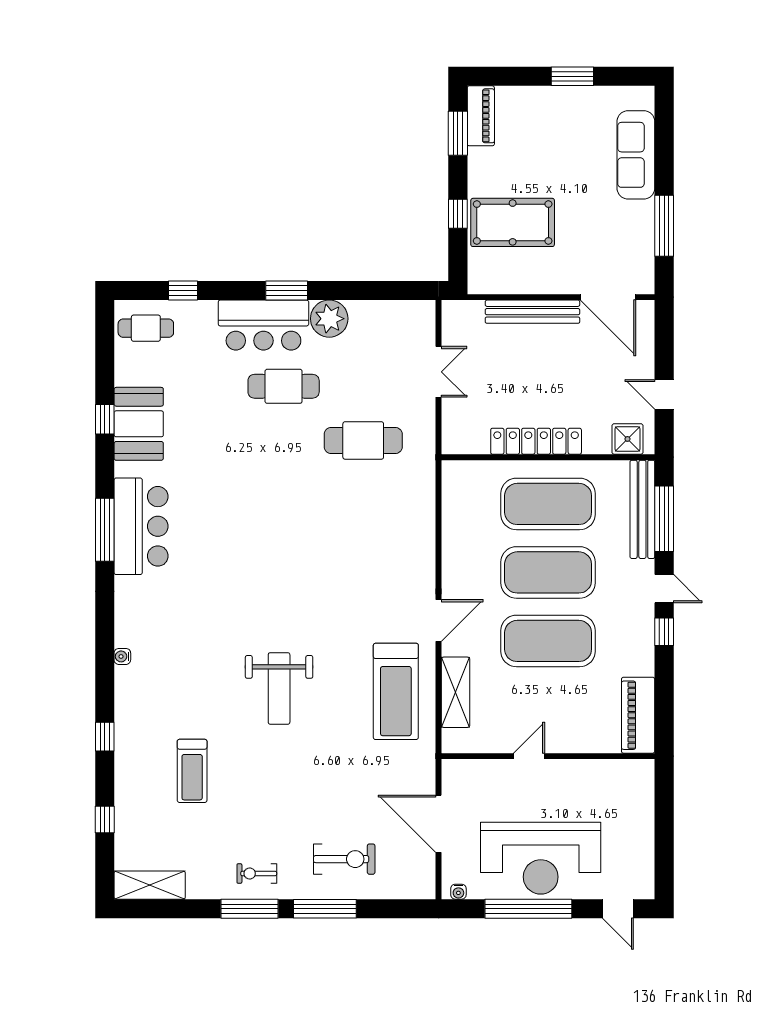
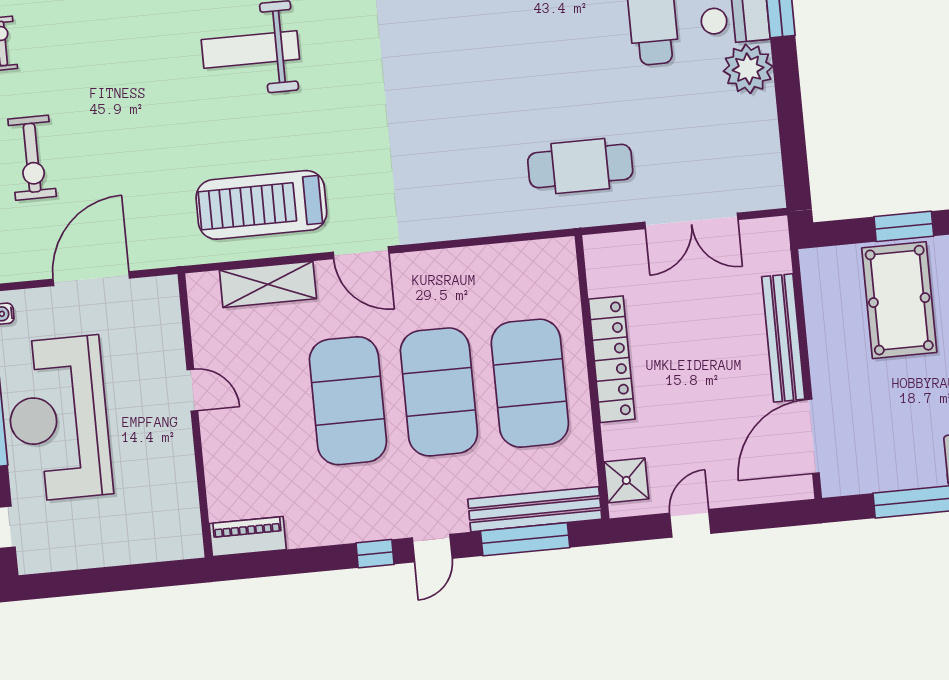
window: (458, 214) -> (904, 226), width x1.50
double door: (439, 372) -> (691, 221), width x1.37
cafe table: (363, 440) -> (580, 166), moved, turned 90
piano: (638, 715) -> (248, 537), width x0.73, depth x0.75

